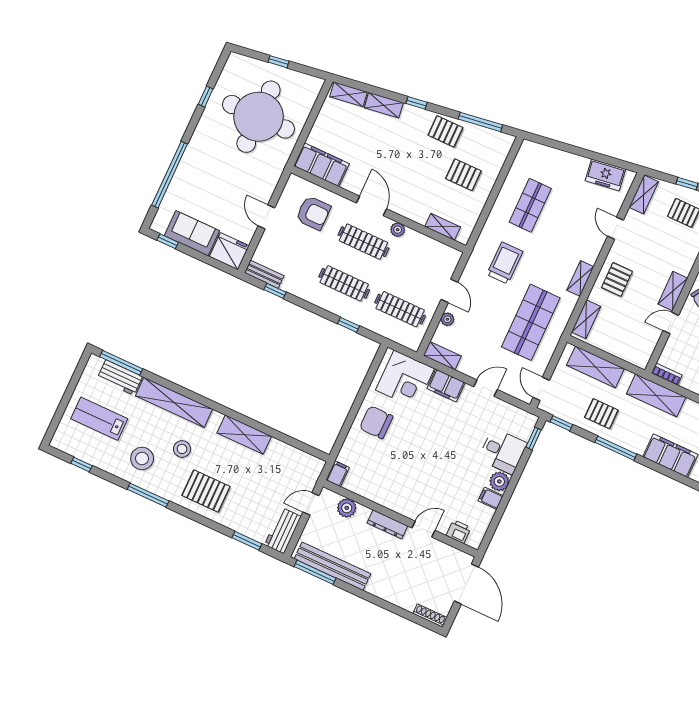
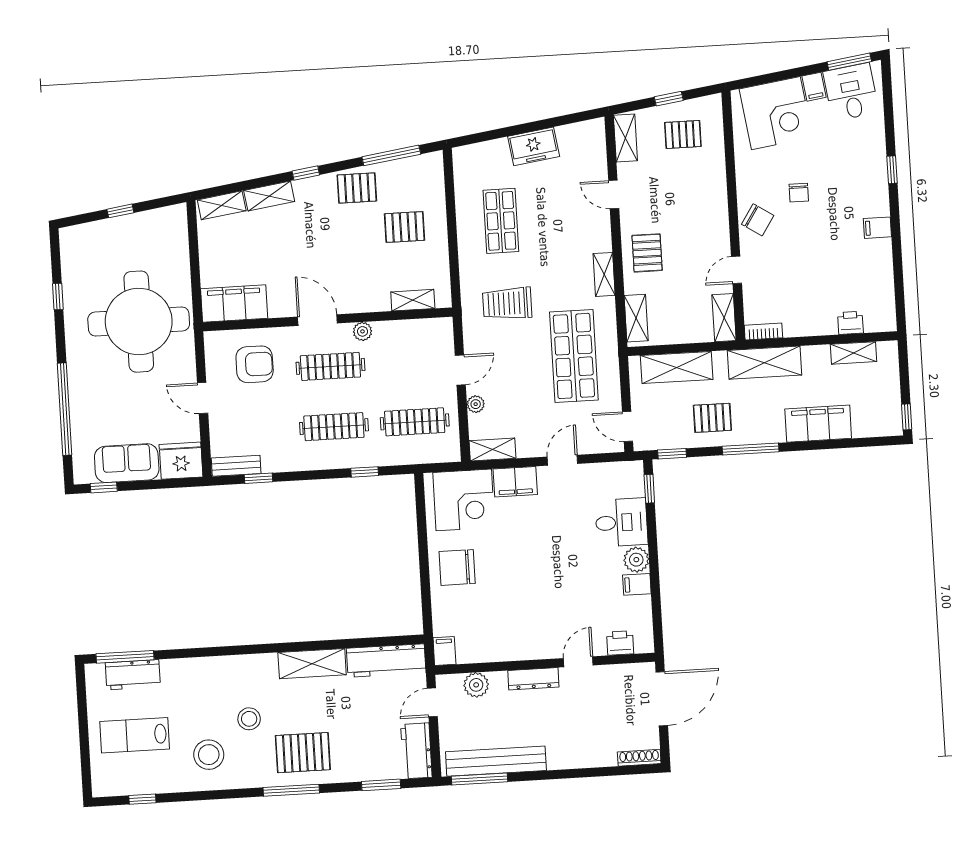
round table: (258, 117) -> (139, 322), moved
freezer: (605, 175) -> (534, 146), moved
trolley: (505, 263) -> (507, 303), turned -90
door: (449, 291) -> (460, 370), hinge flipped
shelving: (673, 291) -> (724, 318), moved
shelving: (174, 402) -> (211, 670), removed
workbench: (295, 459) -> (386, 660), added
window: (148, 495) -> (291, 790), moved
door: (466, 584) -> (662, 699), hinge flipped

